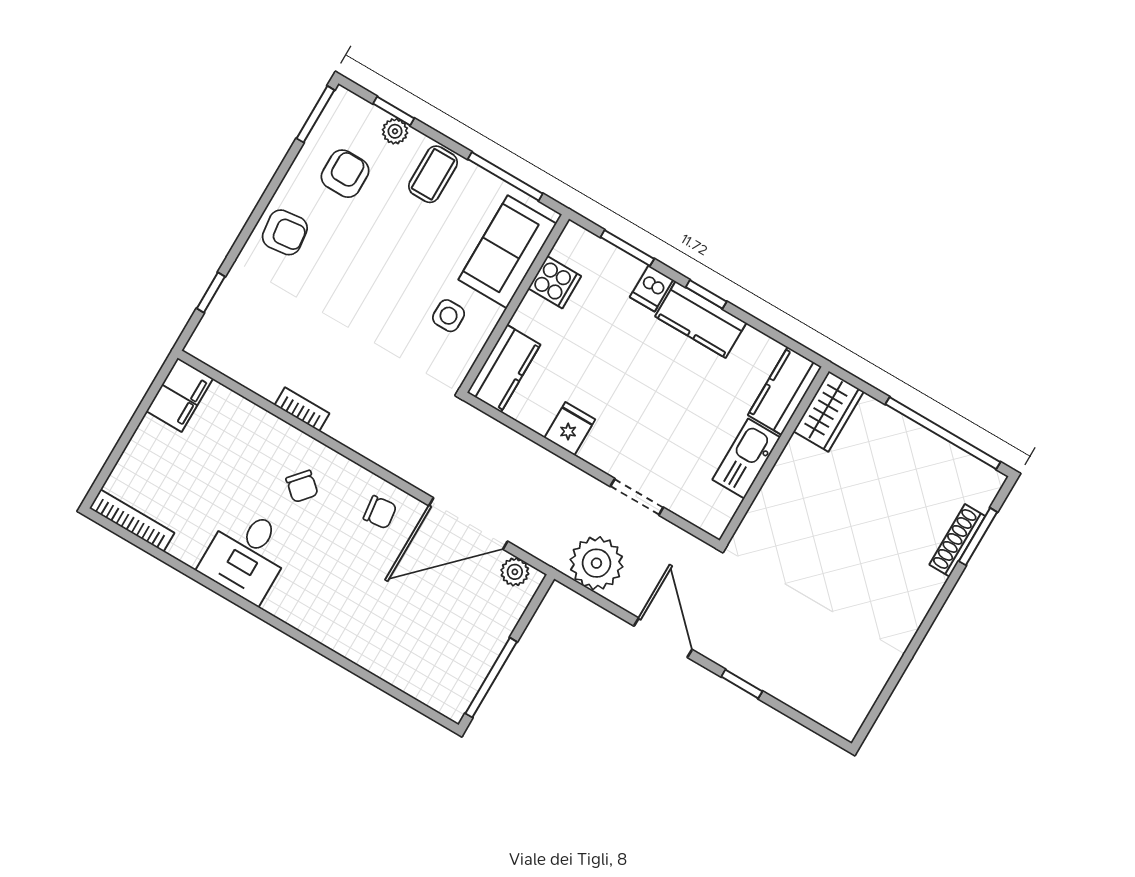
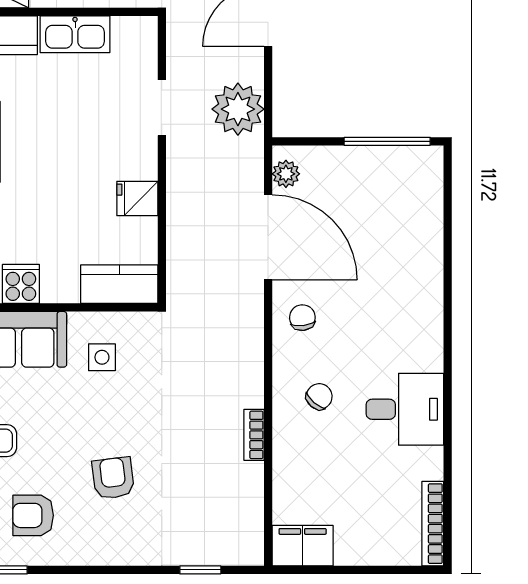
armchair: (285, 232) -> (113, 478), moved

